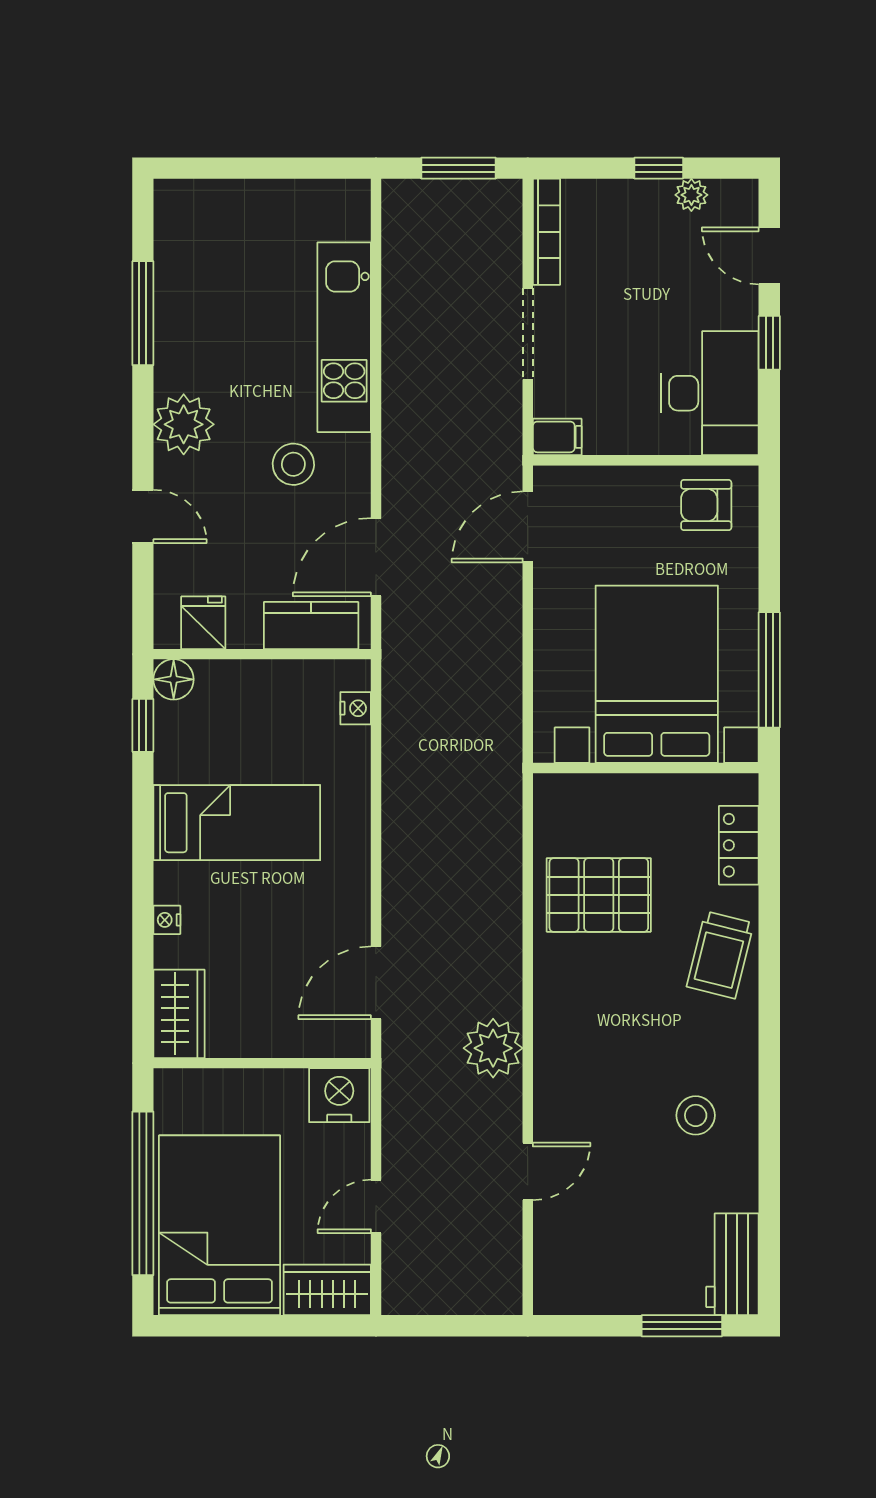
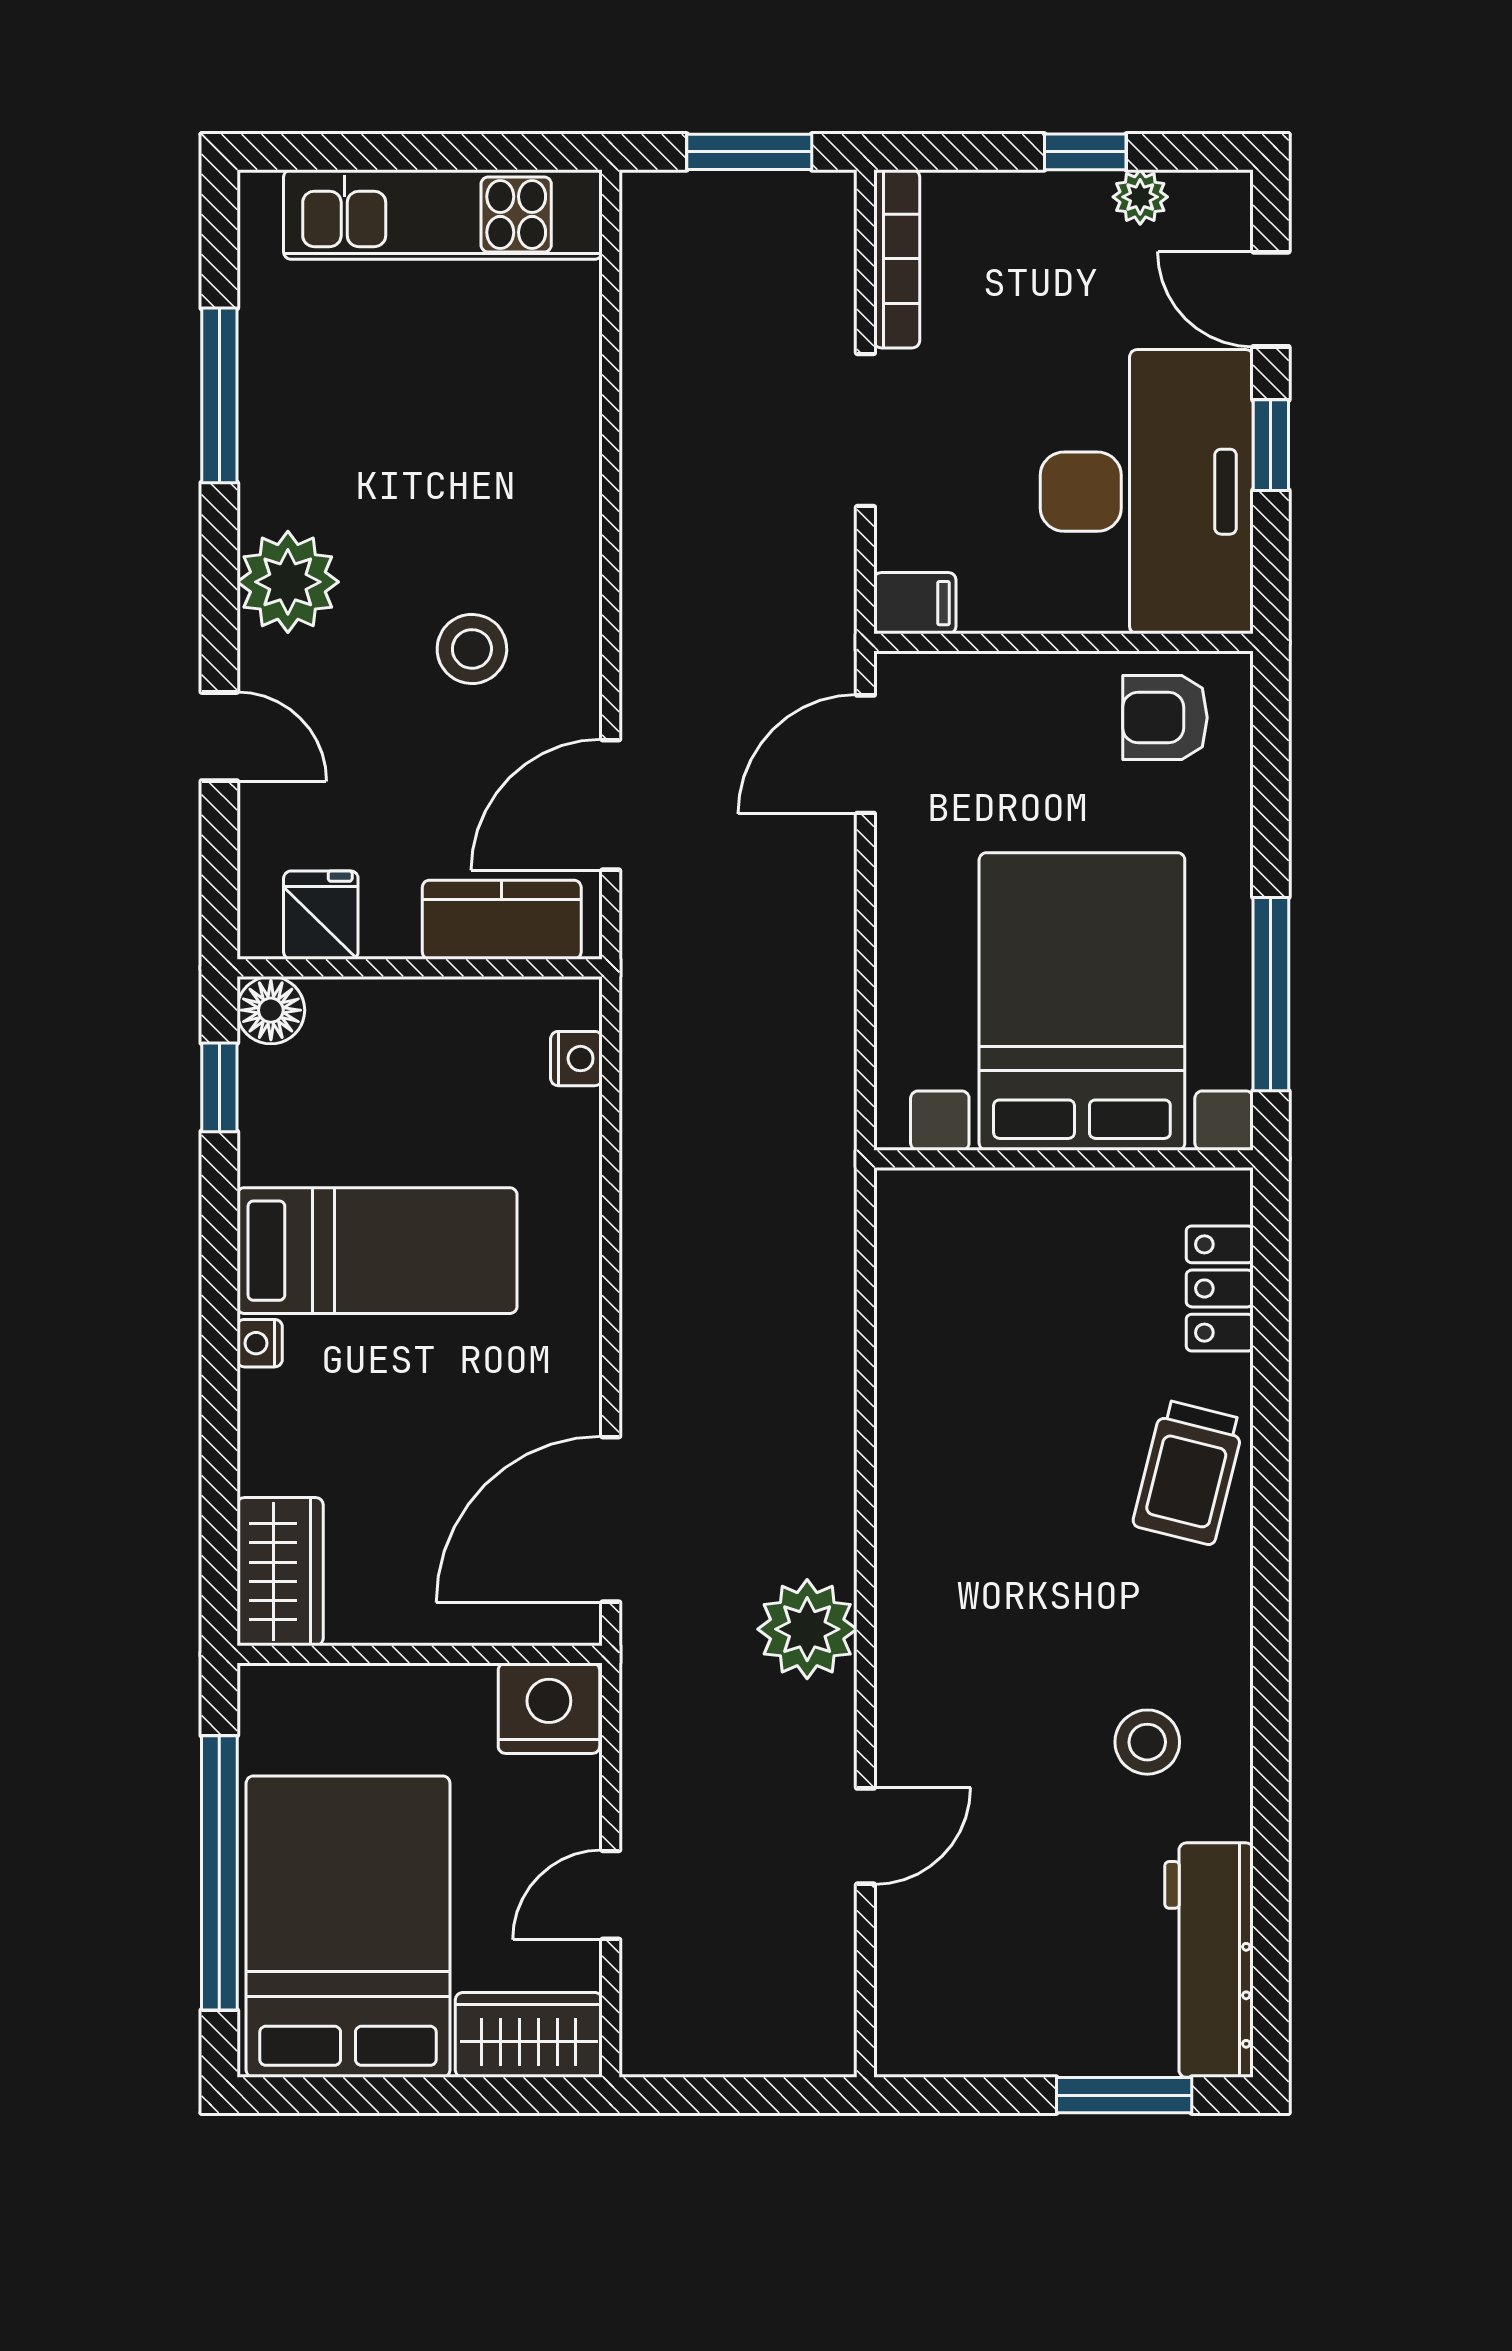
kitchen unit: (344, 337) -> (443, 214), moved, turned -90
desk: (710, 393) -> (1147, 492), width x1.36, depth x1.30
pallet: (599, 895) -> (985, 1372), removed
nightstand: (167, 920) -> (260, 1343), moved
door: (376, 983) -> (611, 1519), width x1.36
workbench: (732, 1264) -> (1209, 1960), width x1.37

